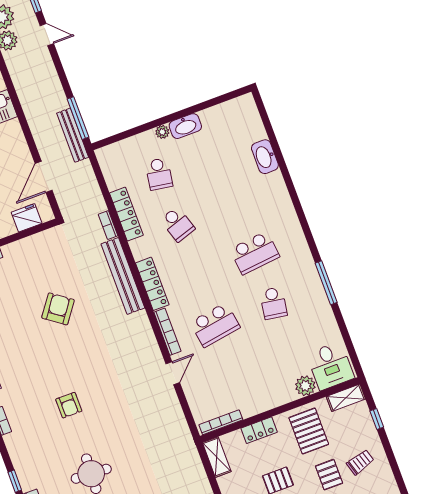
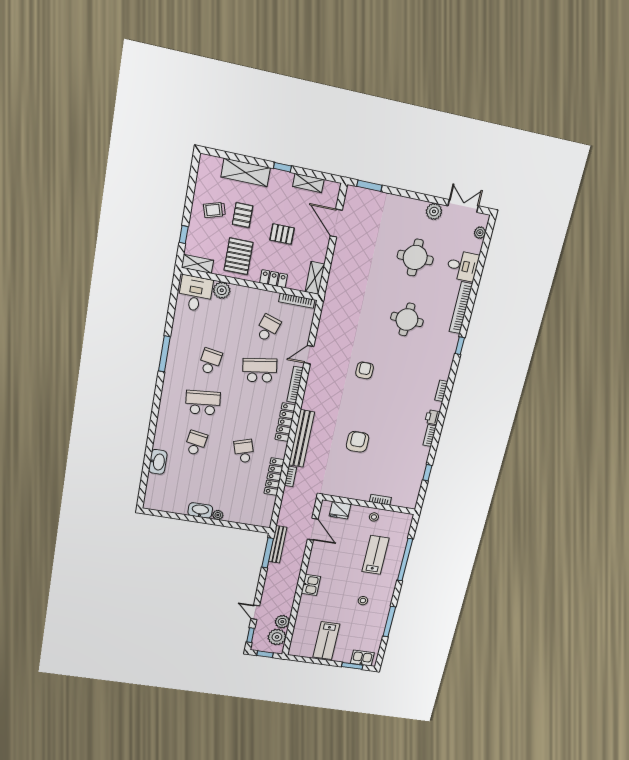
school desk: (159, 174) -> (196, 443), moved
door: (44, 177) -> (313, 529), hinge flipped
armchair: (58, 309) -> (358, 442), turned 144
school desk: (234, 375) -> (268, 328), added
armchair: (69, 405) -> (365, 370), moved

